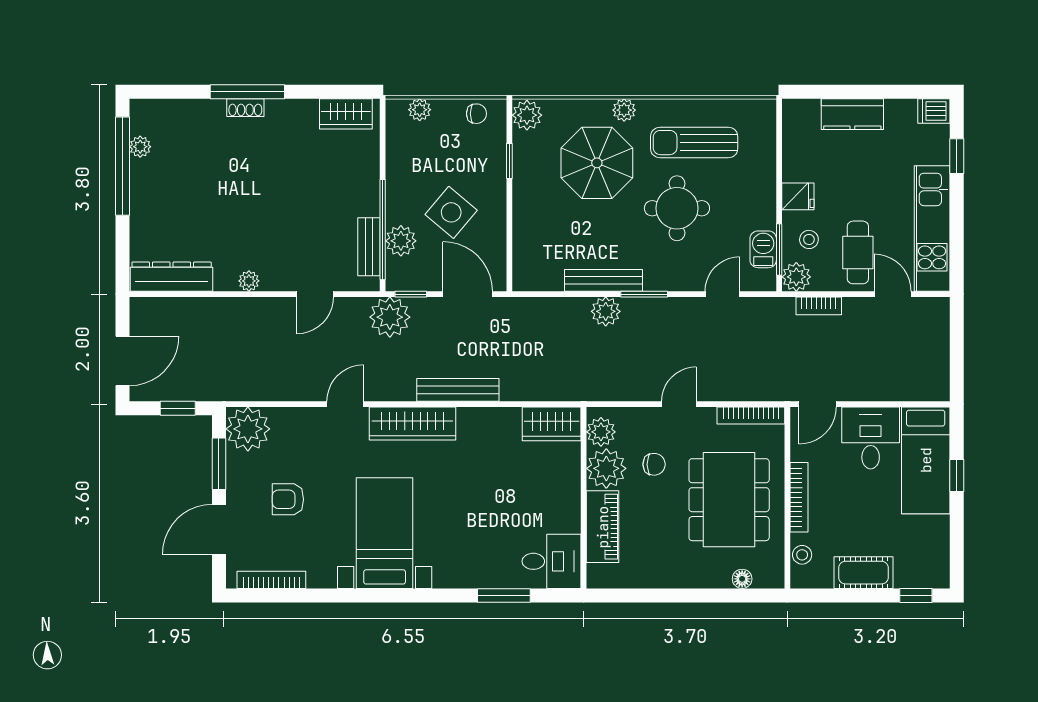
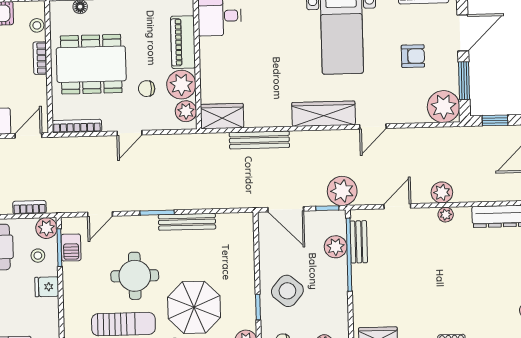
side table: (451, 212) -> (287, 291), moved
plant: (606, 311) -> (442, 192), moved
bench: (458, 390) -> (259, 140), moved
bookcase: (799, 497) -> (40, 58), width x0.64
dining table: (729, 500) -> (91, 64), turned 90

